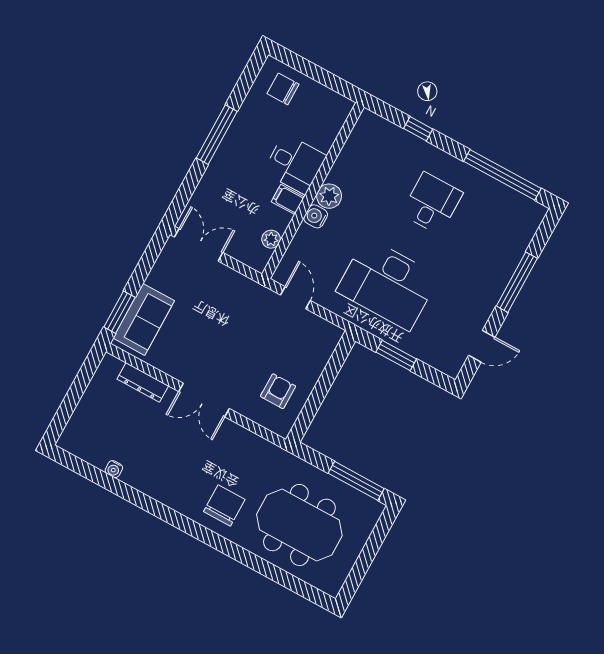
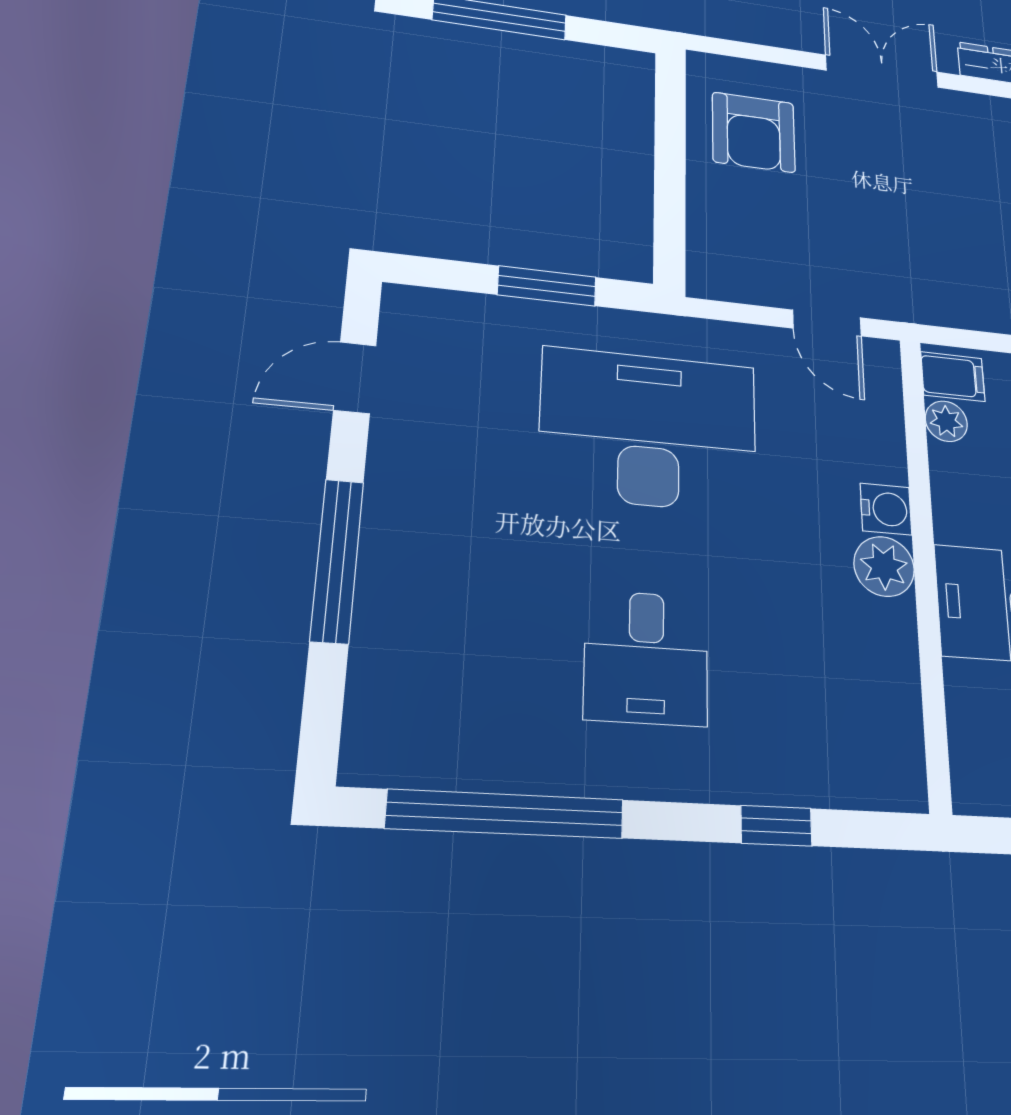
filing cabinet: (288, 199) -> (953, 377), moved
armchair: (278, 391) -> (754, 132), width x1.38, depth x1.38

